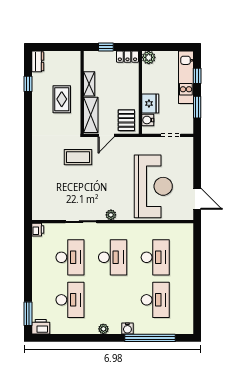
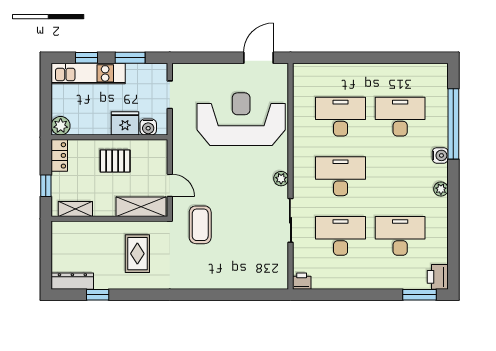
dresser: (38, 61) -> (72, 281), width x1.44
shelving: (89, 84) -> (75, 209), moved
rug: (62, 99) -> (137, 254), moved, turned 90
pallet: (126, 120) -> (115, 161), moved

